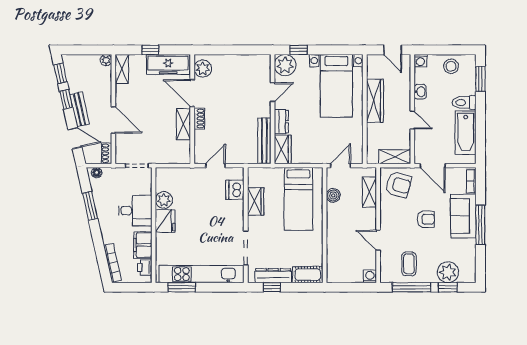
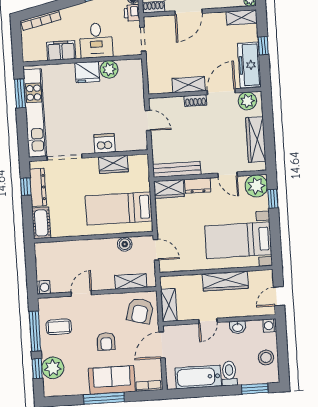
wardrobe: (240, 63) -> (256, 139), added
dishwasher: (235, 190) -> (105, 143), moved
printer: (145, 267) -> (132, 13), moved, turned -90

